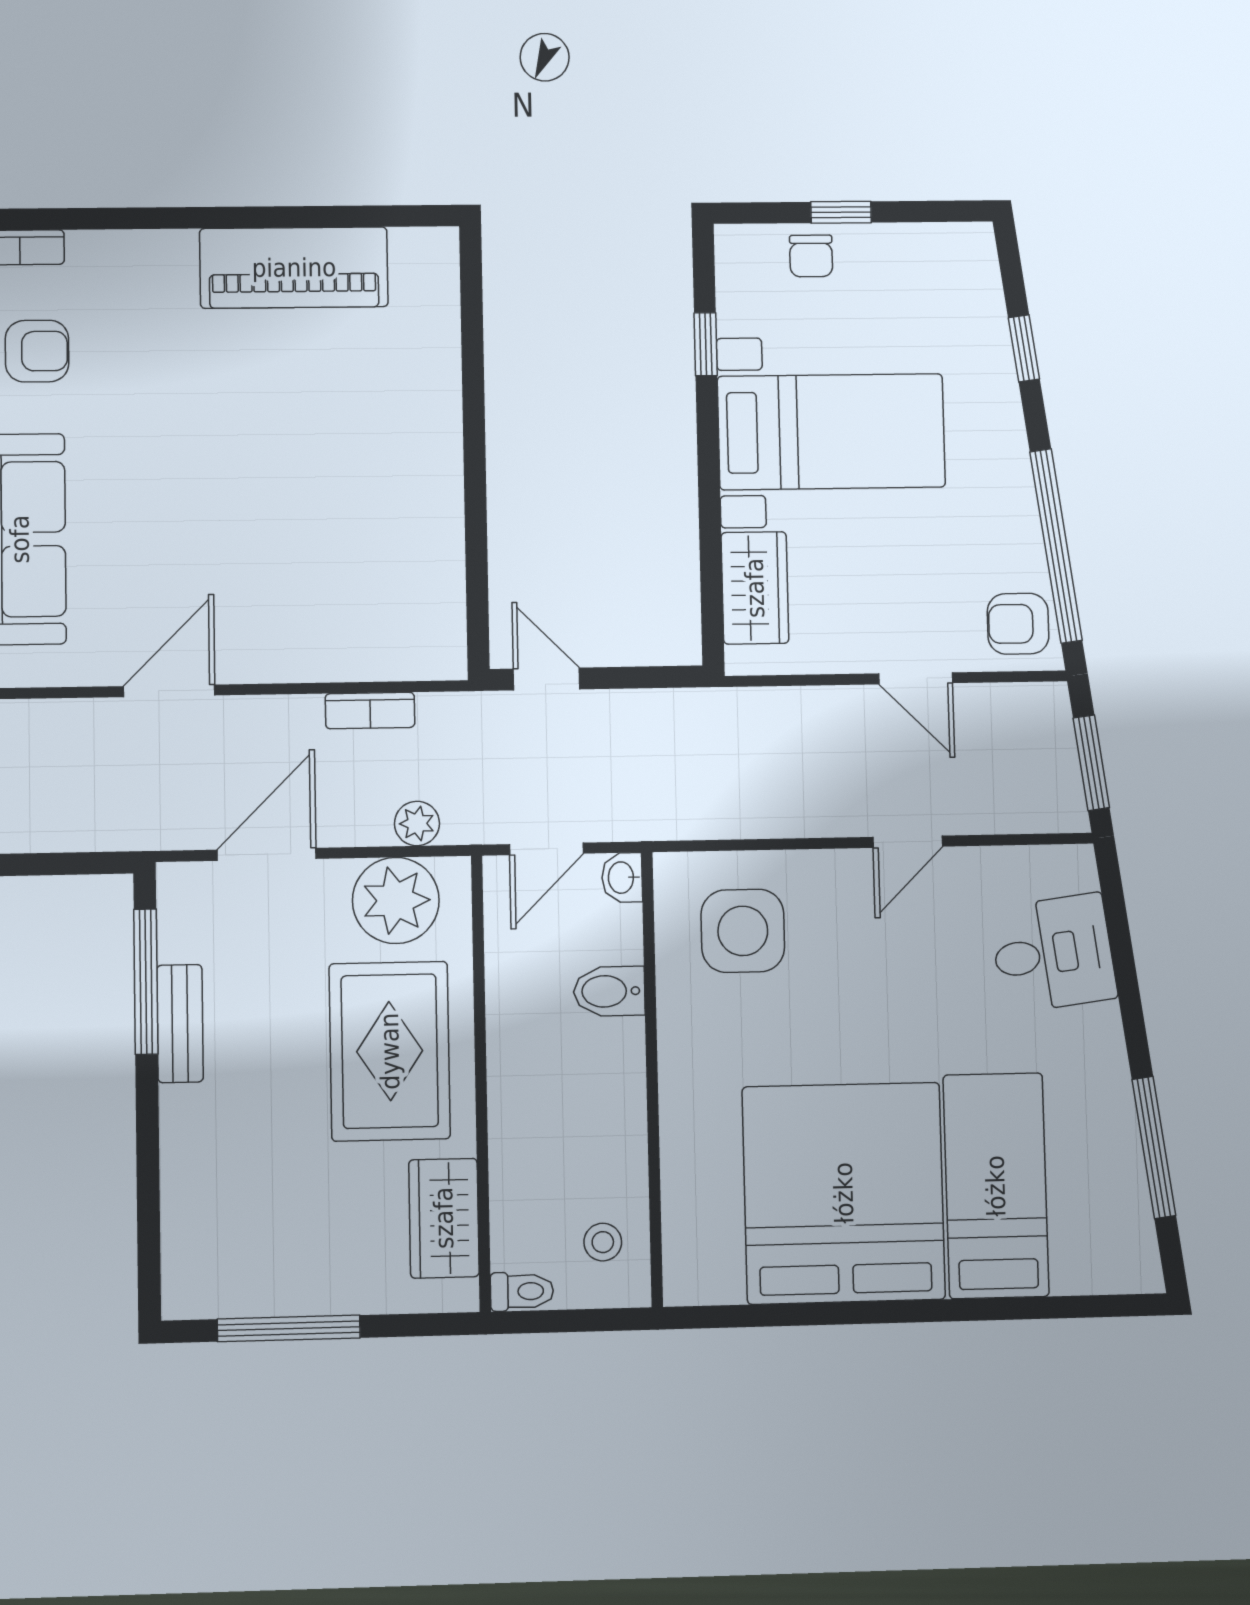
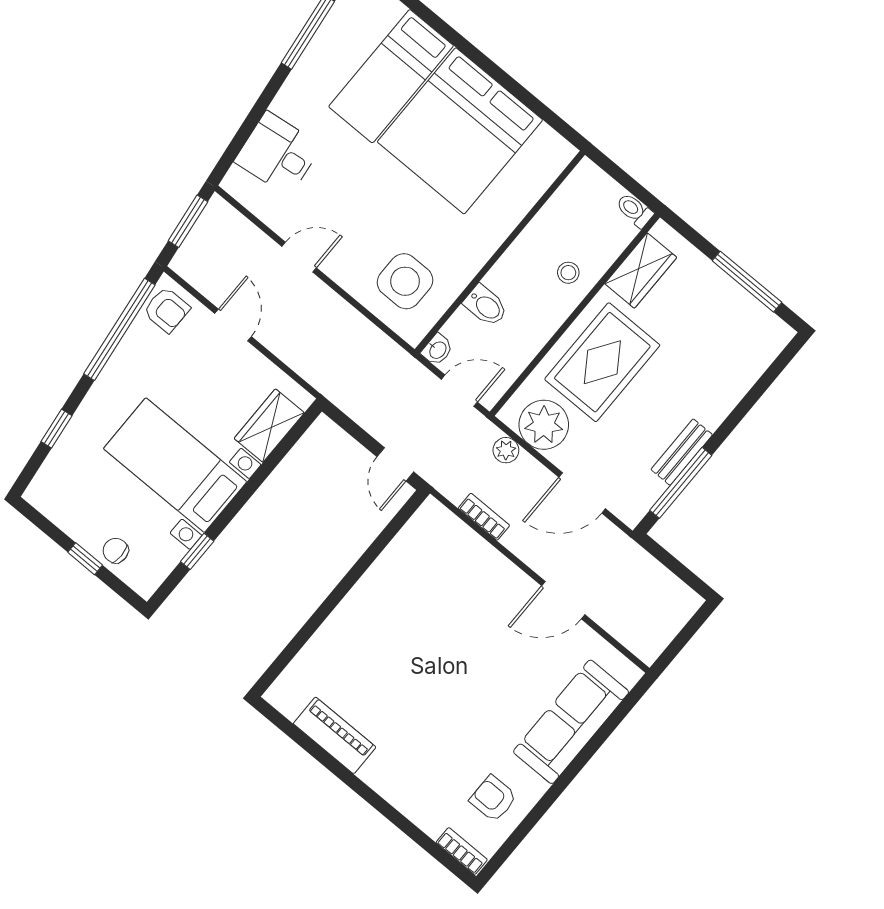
chair: (811, 256) -> (116, 551), turned -90
piano: (294, 268) -> (335, 735), width x0.73, depth x0.75
stool: (603, 1242) -> (568, 273), moved

